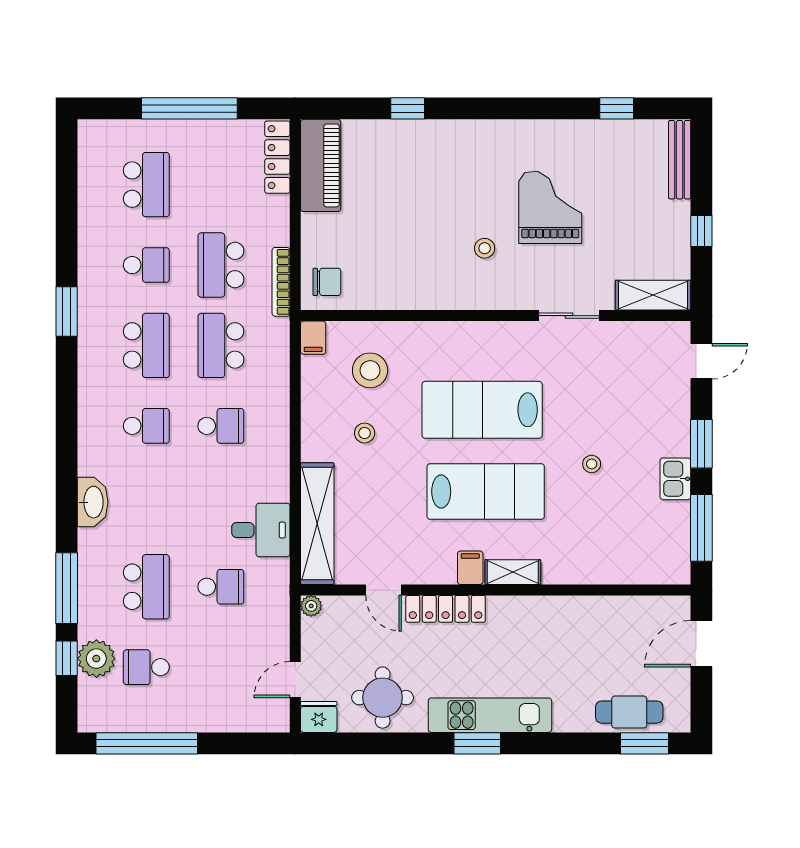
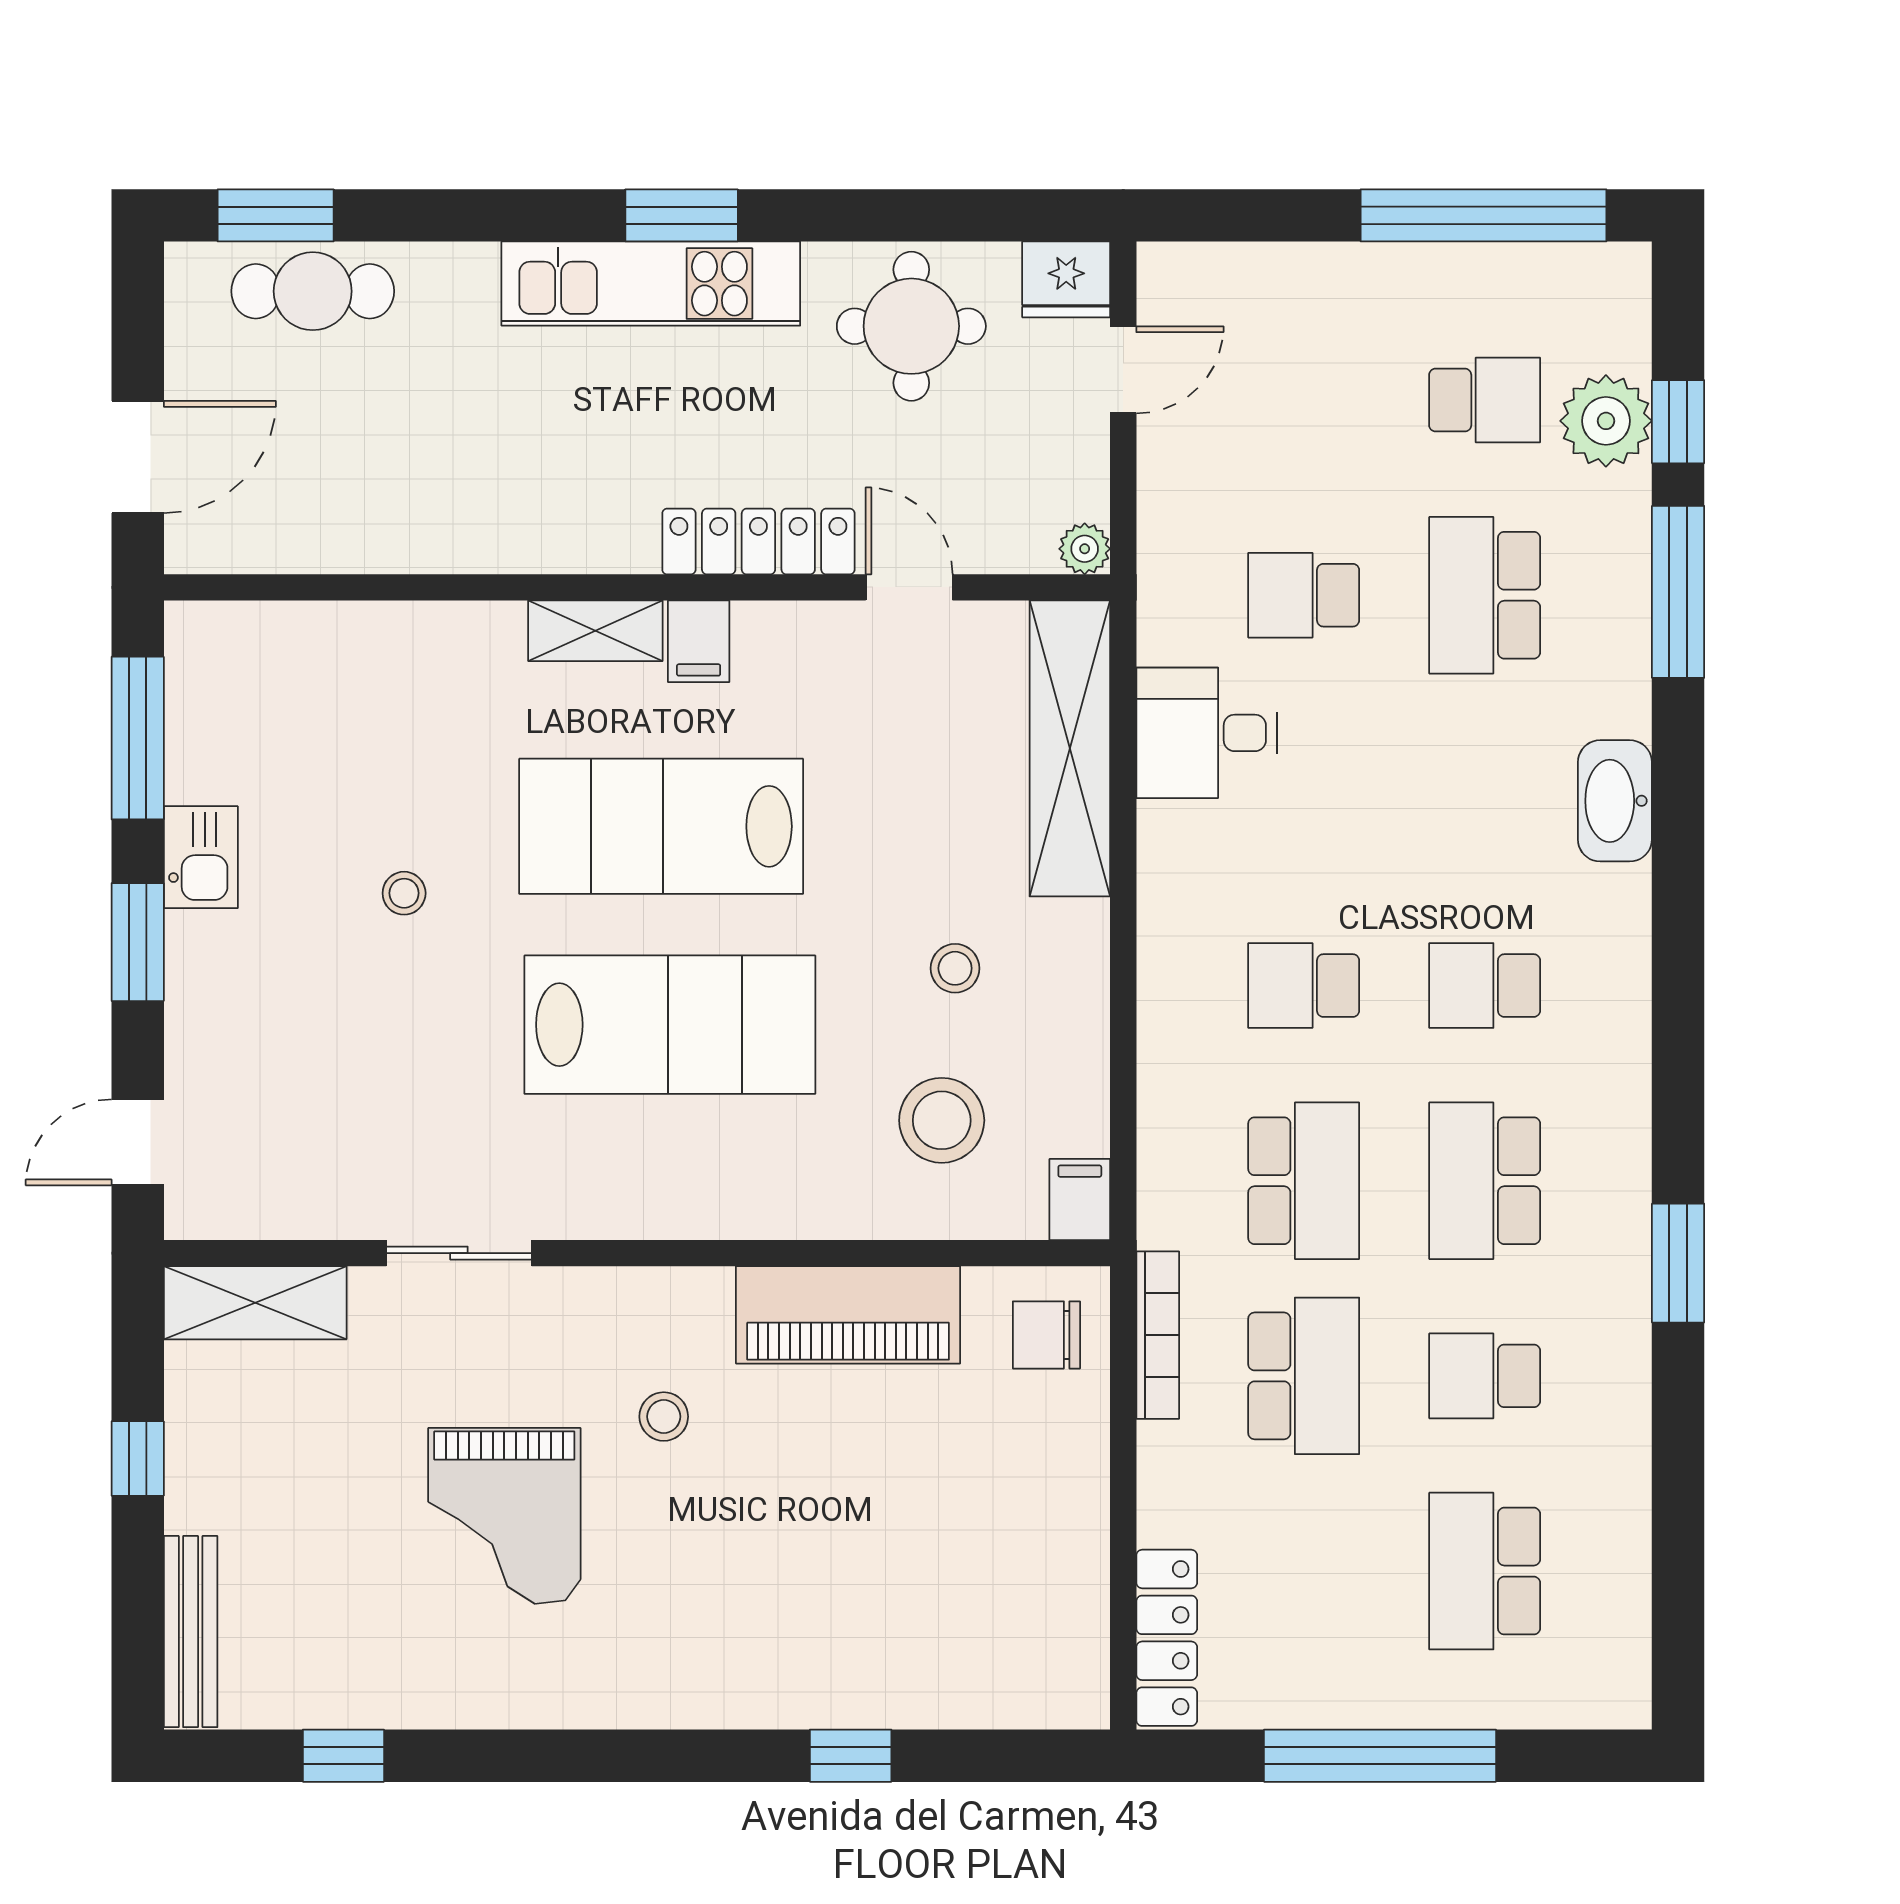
piano: (321, 165) -> (848, 1315), moved, turned -90

